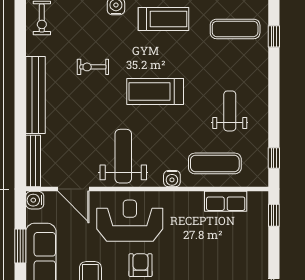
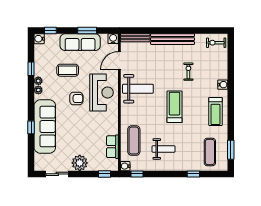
window: (274, 36) -> (193, 174), moved
water cooler: (172, 179) -> (125, 166), moved
plant: (254, 259) -> (80, 163), added

